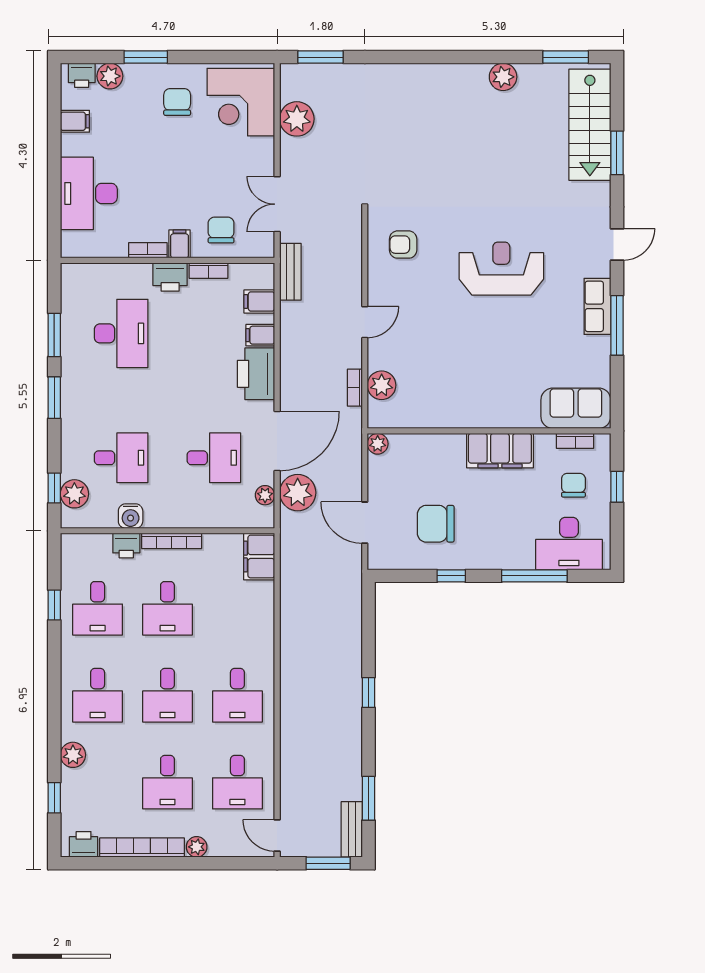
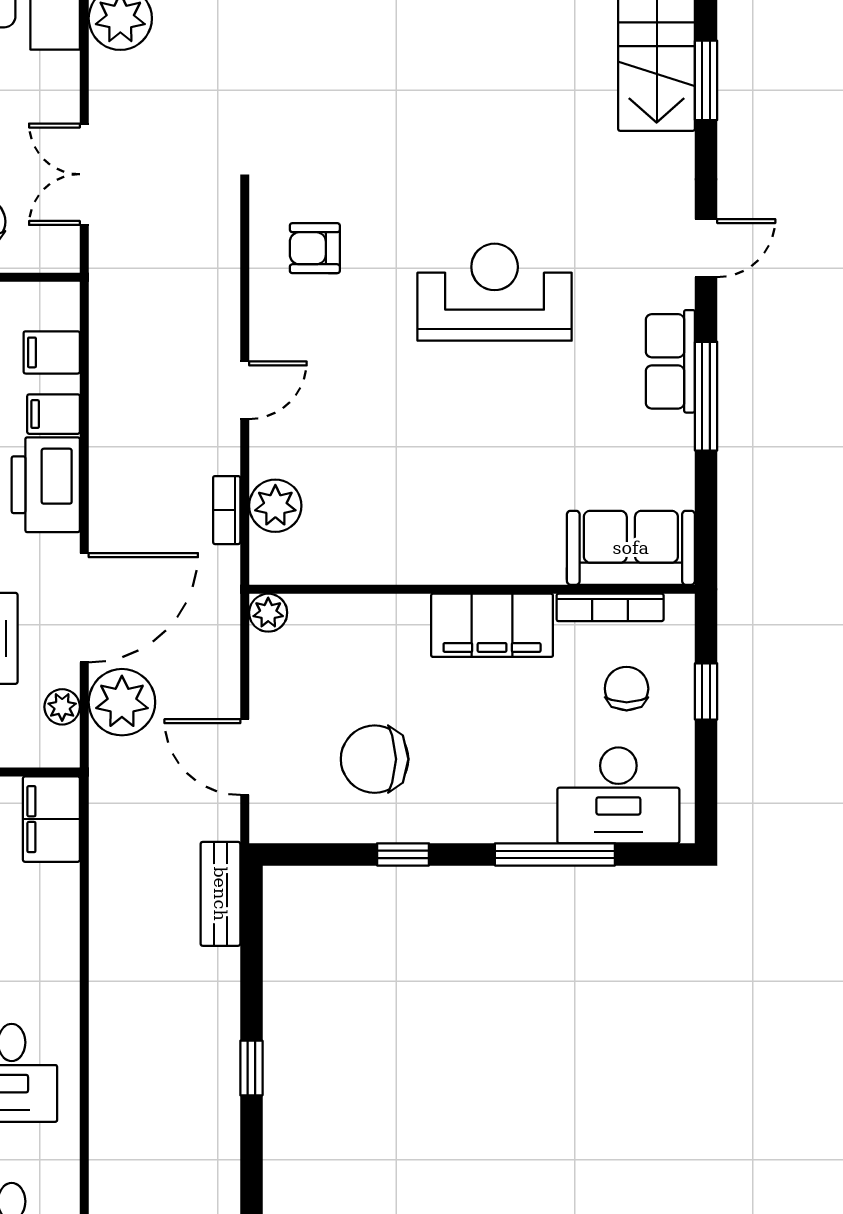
bench: (290, 272) -> (220, 894), moved
bookcase: (575, 441) -> (610, 607), width x1.56

